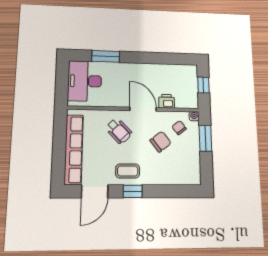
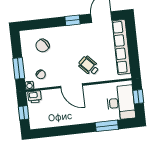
window: (62, 85) -> (138, 97), added
printer: (167, 101) -> (35, 97), moved
chair: (161, 142) -> (43, 46), moved
coffee table: (128, 171) -> (78, 35), removed

